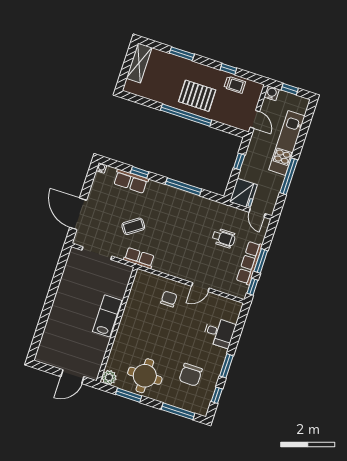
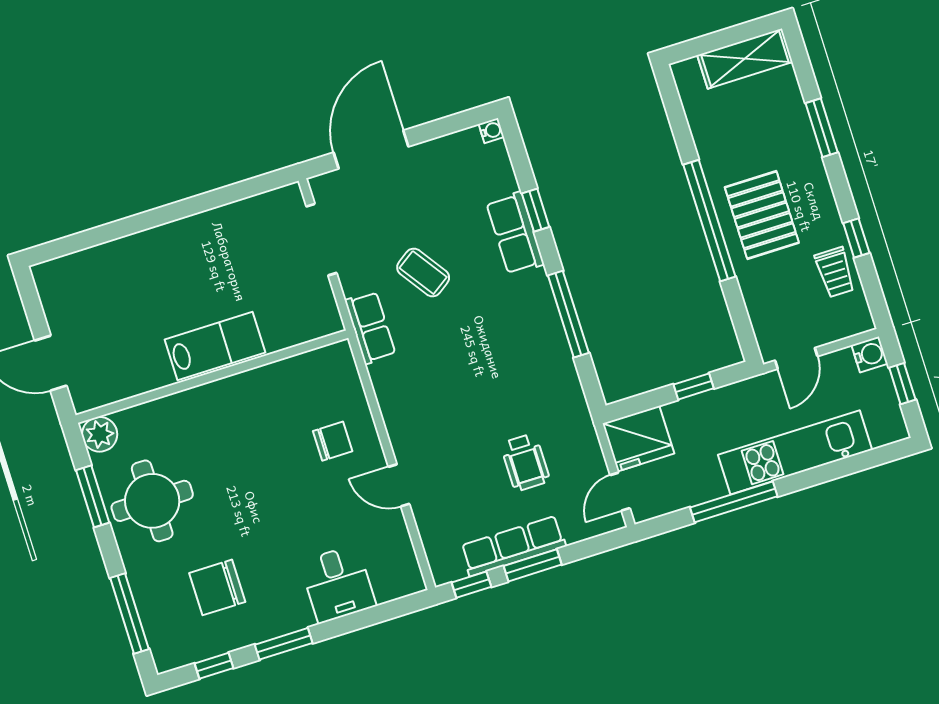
row of seats: (131, 181) -> (515, 233), moved

